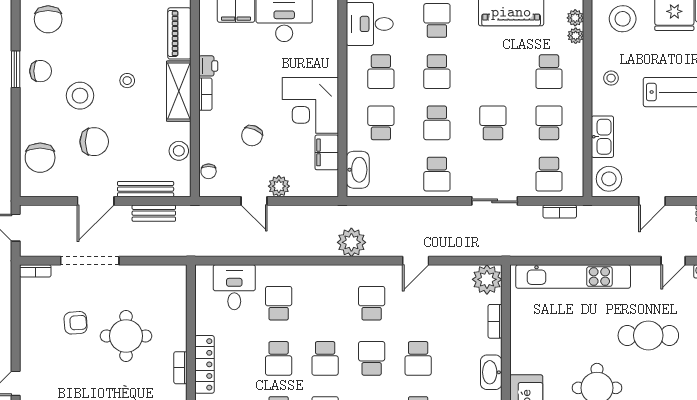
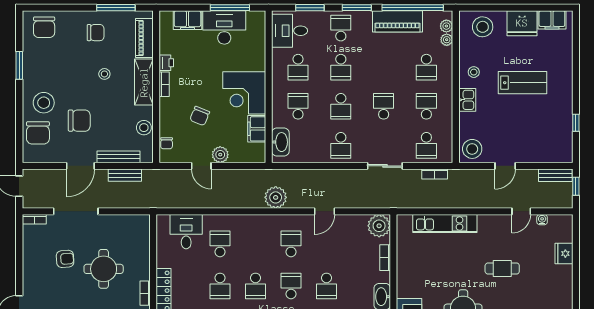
chair: (41, 71) -> (96, 33), moved
stool: (80, 96) -> (44, 103), moved
kitchen sink: (602, 137) -> (467, 100), moved, width x0.73
kitchen unit: (573, 277) -> (445, 224), width x0.73
cafe table: (648, 335) -> (502, 269), width x0.73, depth x0.74

